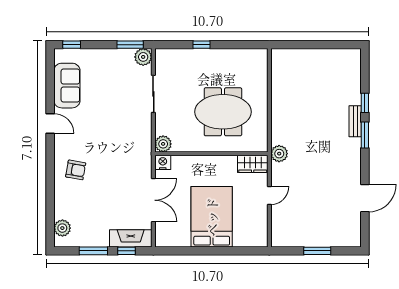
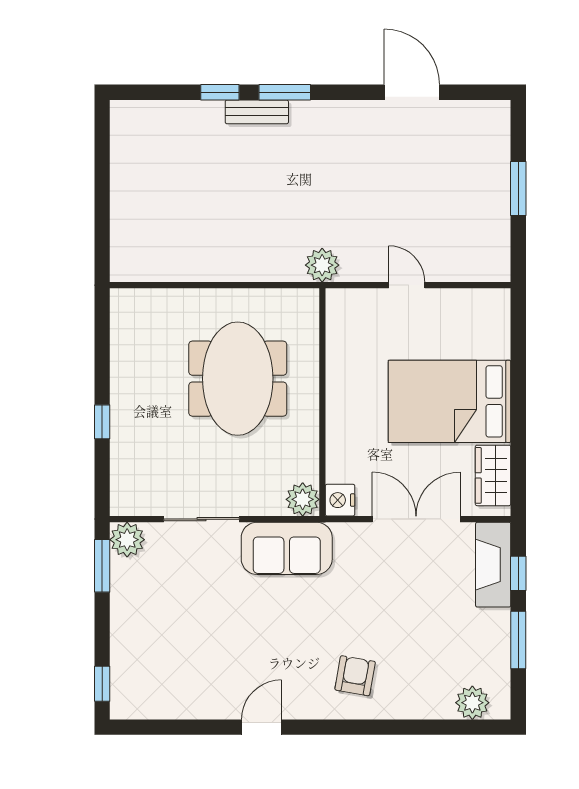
sofa: (67, 86) -> (287, 548), moved, turned 180
wardrobe: (253, 164) -> (493, 475), moved, turned 180

